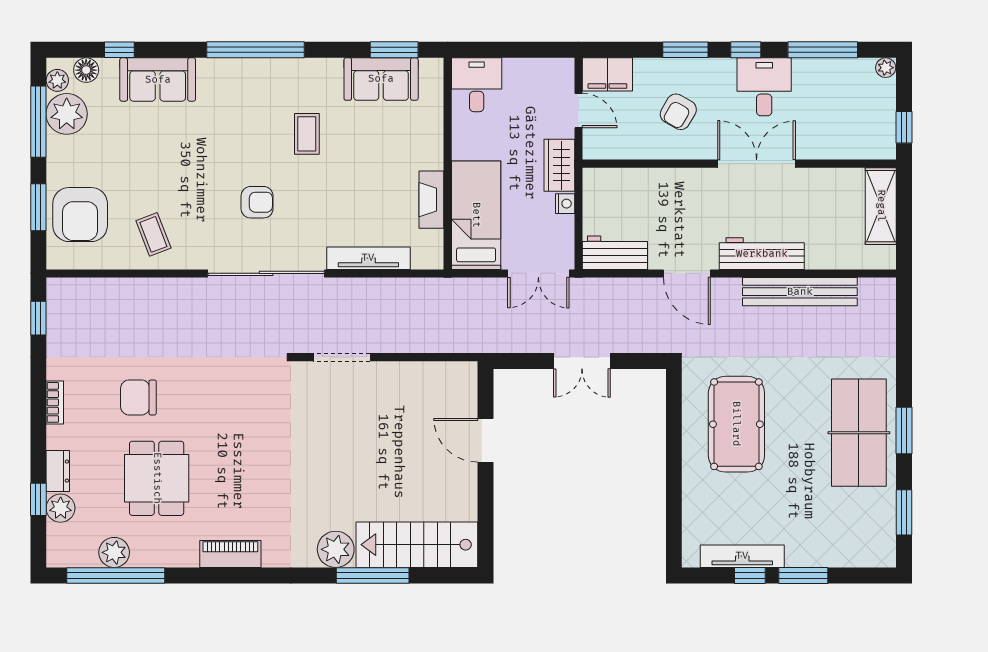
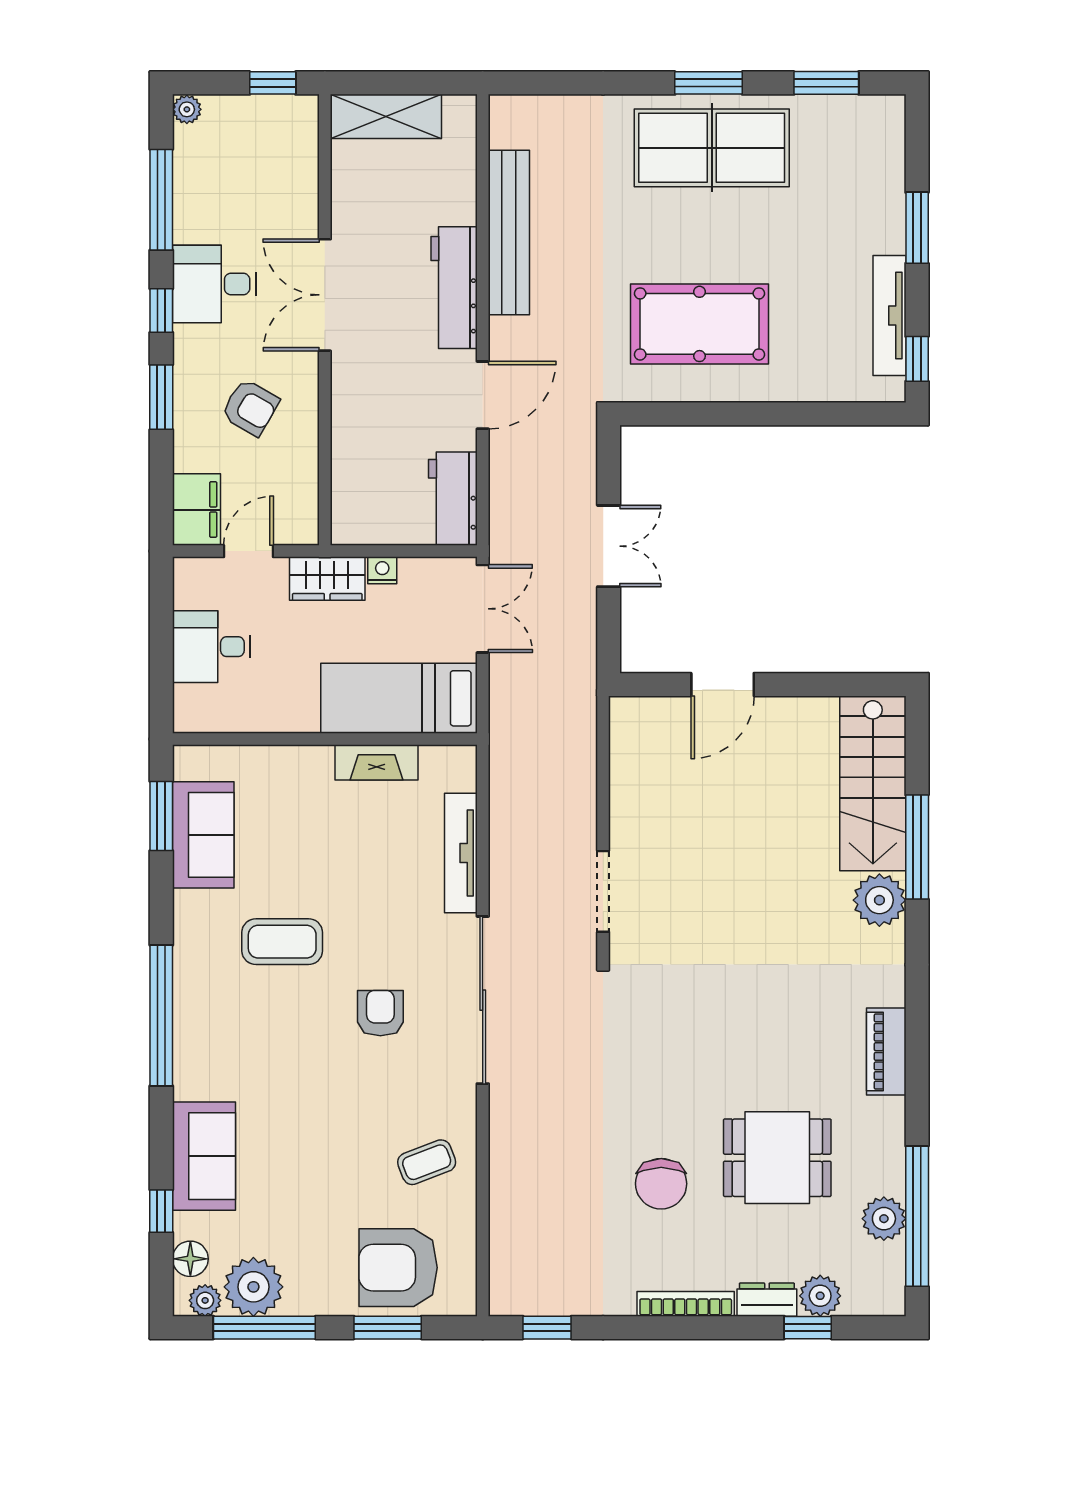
desk: (477, 85) -> (211, 647), moved
coffee table: (307, 134) -> (282, 942), width x1.36, depth x1.30
armchair: (80, 215) -> (398, 1268), turned 180
bookcase: (55, 402) -> (686, 1304), width x1.56
window: (750, 575) -> (917, 359), moved

